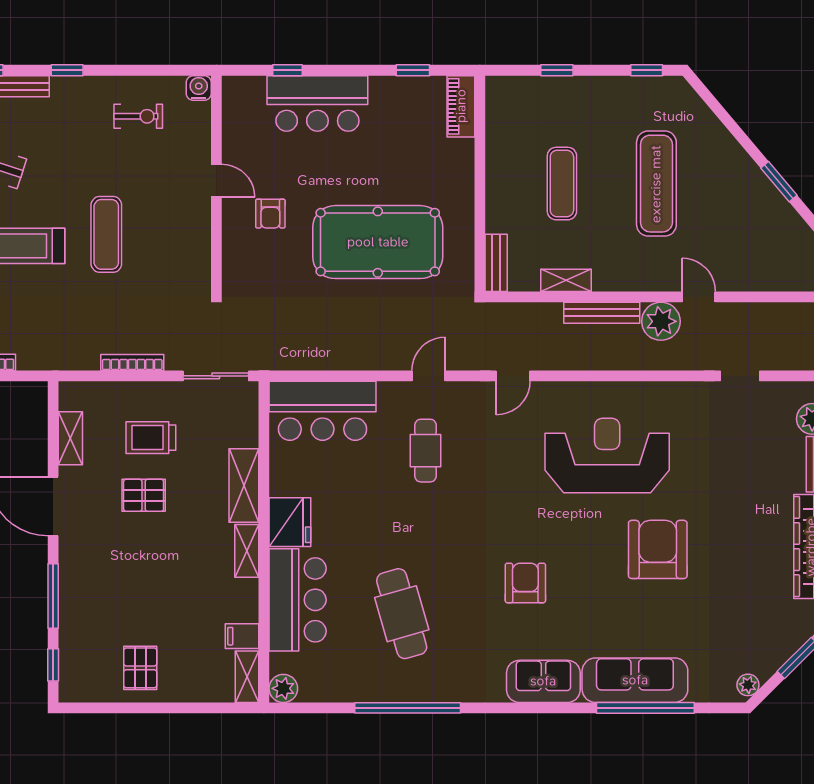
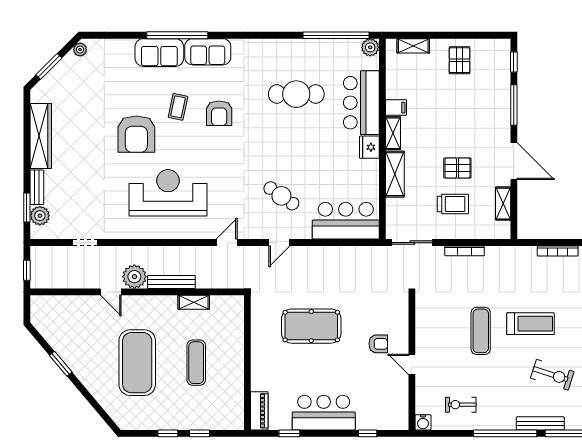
window: (67, 70) -> (505, 433), width x3.17
window: (647, 70) -> (168, 433), moved
bar counter: (317, 103) -> (324, 413), moved
exercise mat: (656, 184) -> (137, 363), width x1.47
armchair: (270, 214) -> (378, 344), turned 90
pool table: (378, 242) -> (311, 326), width x0.73, depth x0.76
bench: (496, 263) -> (237, 313), removed
cafe table: (426, 451) -> (281, 196), turned -55
reception desk: (607, 456) -> (168, 193), turned 180
fridge: (290, 522) -> (369, 147), width x0.73, depth x0.75
coffee table: (591, 593) -> (178, 107), added
cafe table: (402, 614) -> (296, 94), turned -74
filing cabinet: (242, 636) -> (396, 108), moved
shelving: (247, 677) -> (413, 46), moved, turned 90
sofa: (635, 680) -> (159, 53), width x0.73
window: (408, 708) -> (336, 35), moved
window: (645, 708) -> (177, 35), moved

